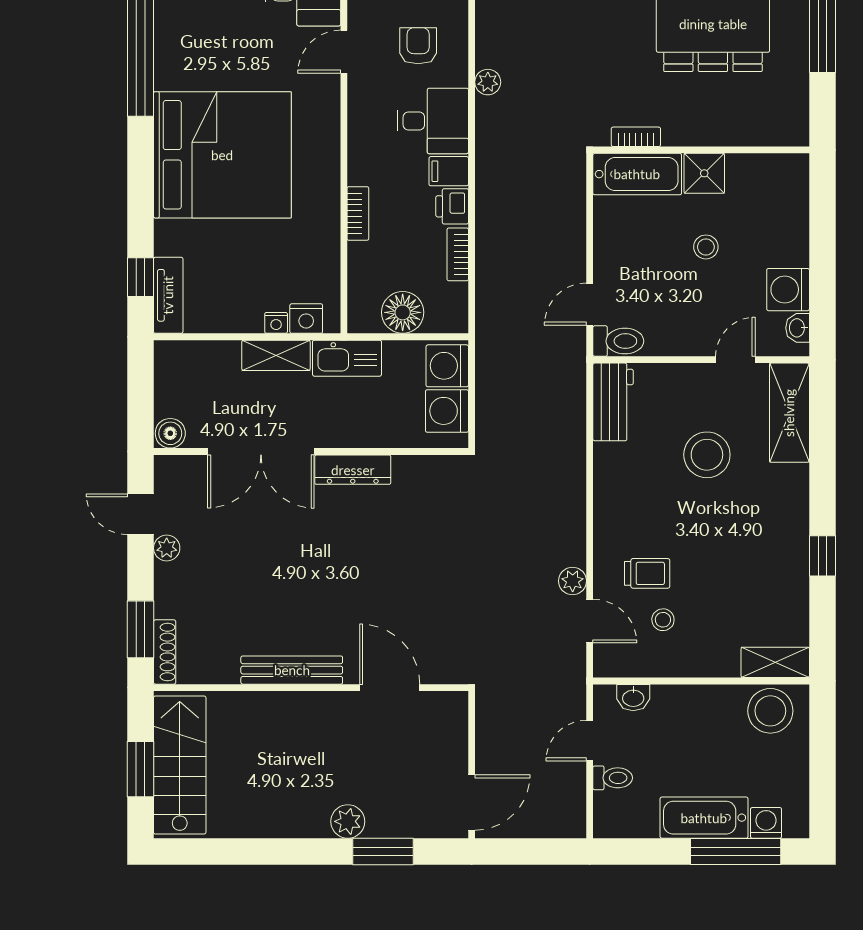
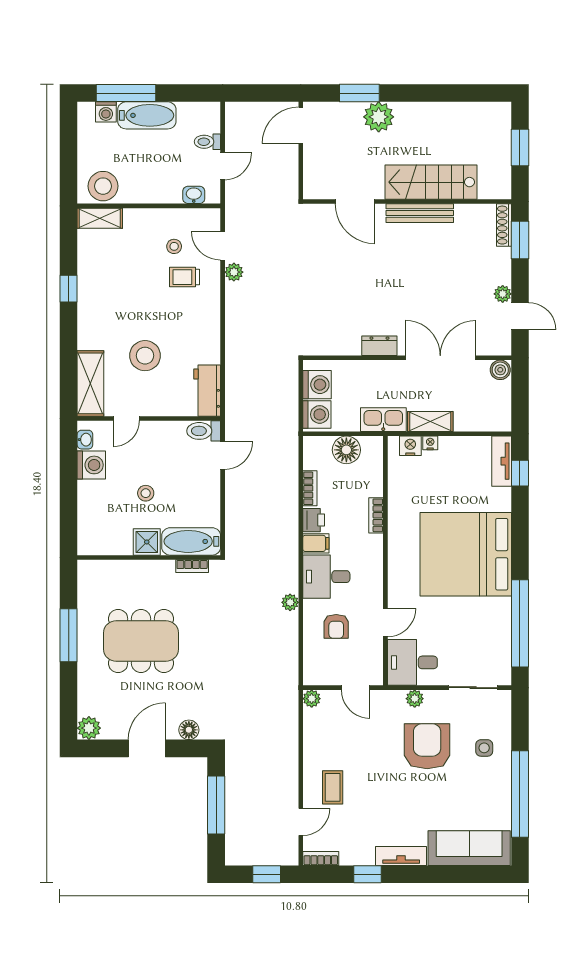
dresser: (353, 470) -> (379, 346), width x0.70
stairs: (180, 765) -> (431, 182), moved, turned 90
plant: (348, 821) -> (379, 117), width x1.36, depth x1.36

